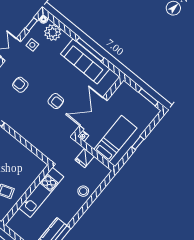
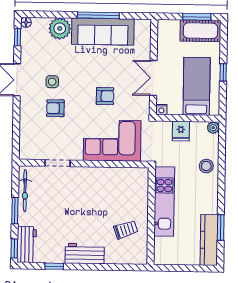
plant: (53, 32) -> (60, 29), moved
side table: (32, 45) -> (52, 82), moved
cot: (144, 107) -> (200, 31), added
double door: (93, 113) -> (153, 78), width x0.73
corner sofa: (39, 131) -> (112, 141), added
plant: (106, 171) -> (213, 128), added

